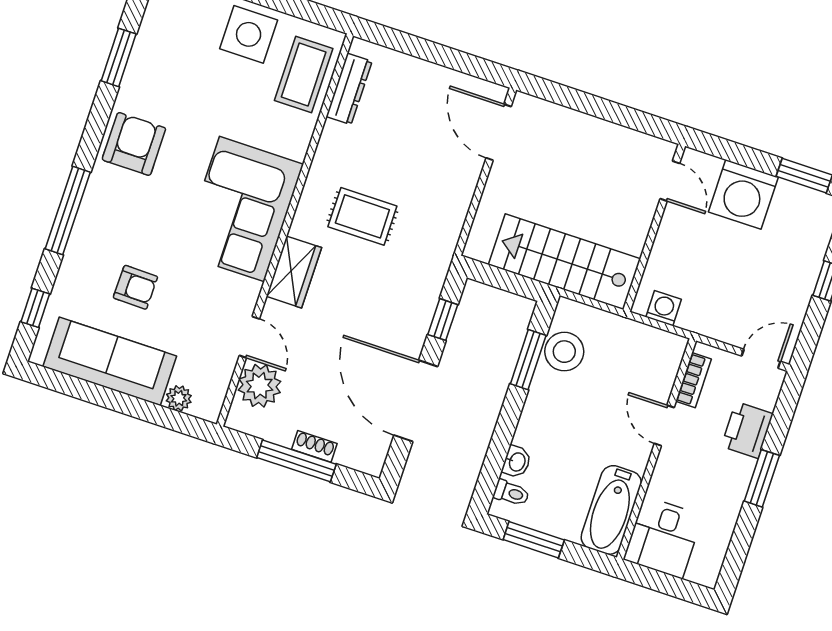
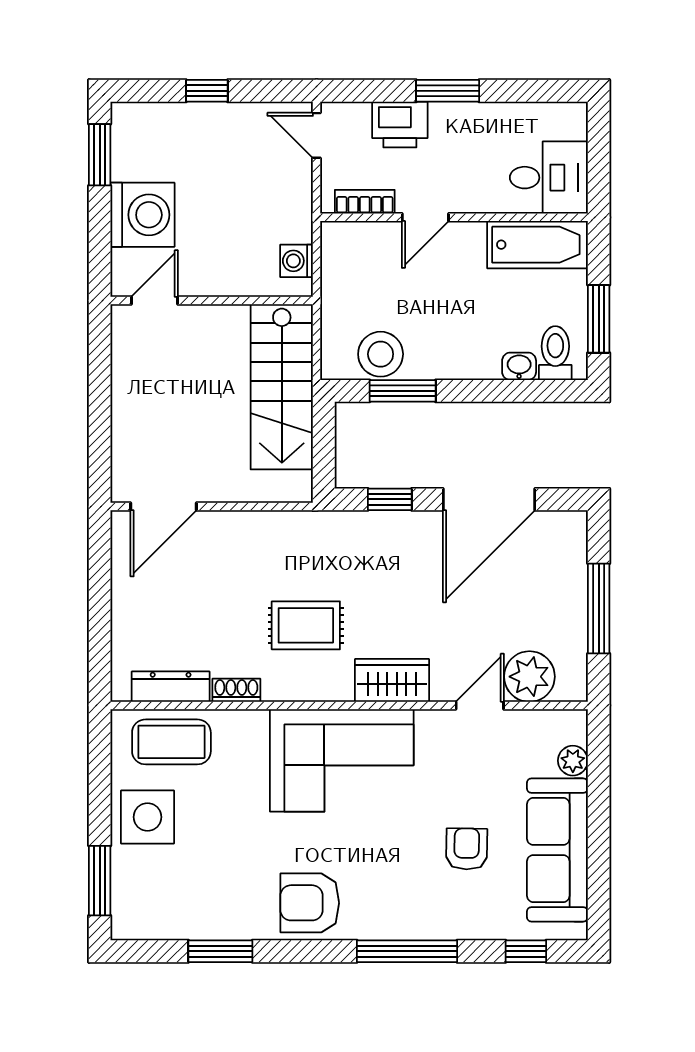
rug: (362, 216) -> (306, 625), turned 90
shoe rack: (314, 446) -> (236, 690), moved, turned 90
toilet: (511, 493) -> (555, 353), width x1.37, depth x1.39

